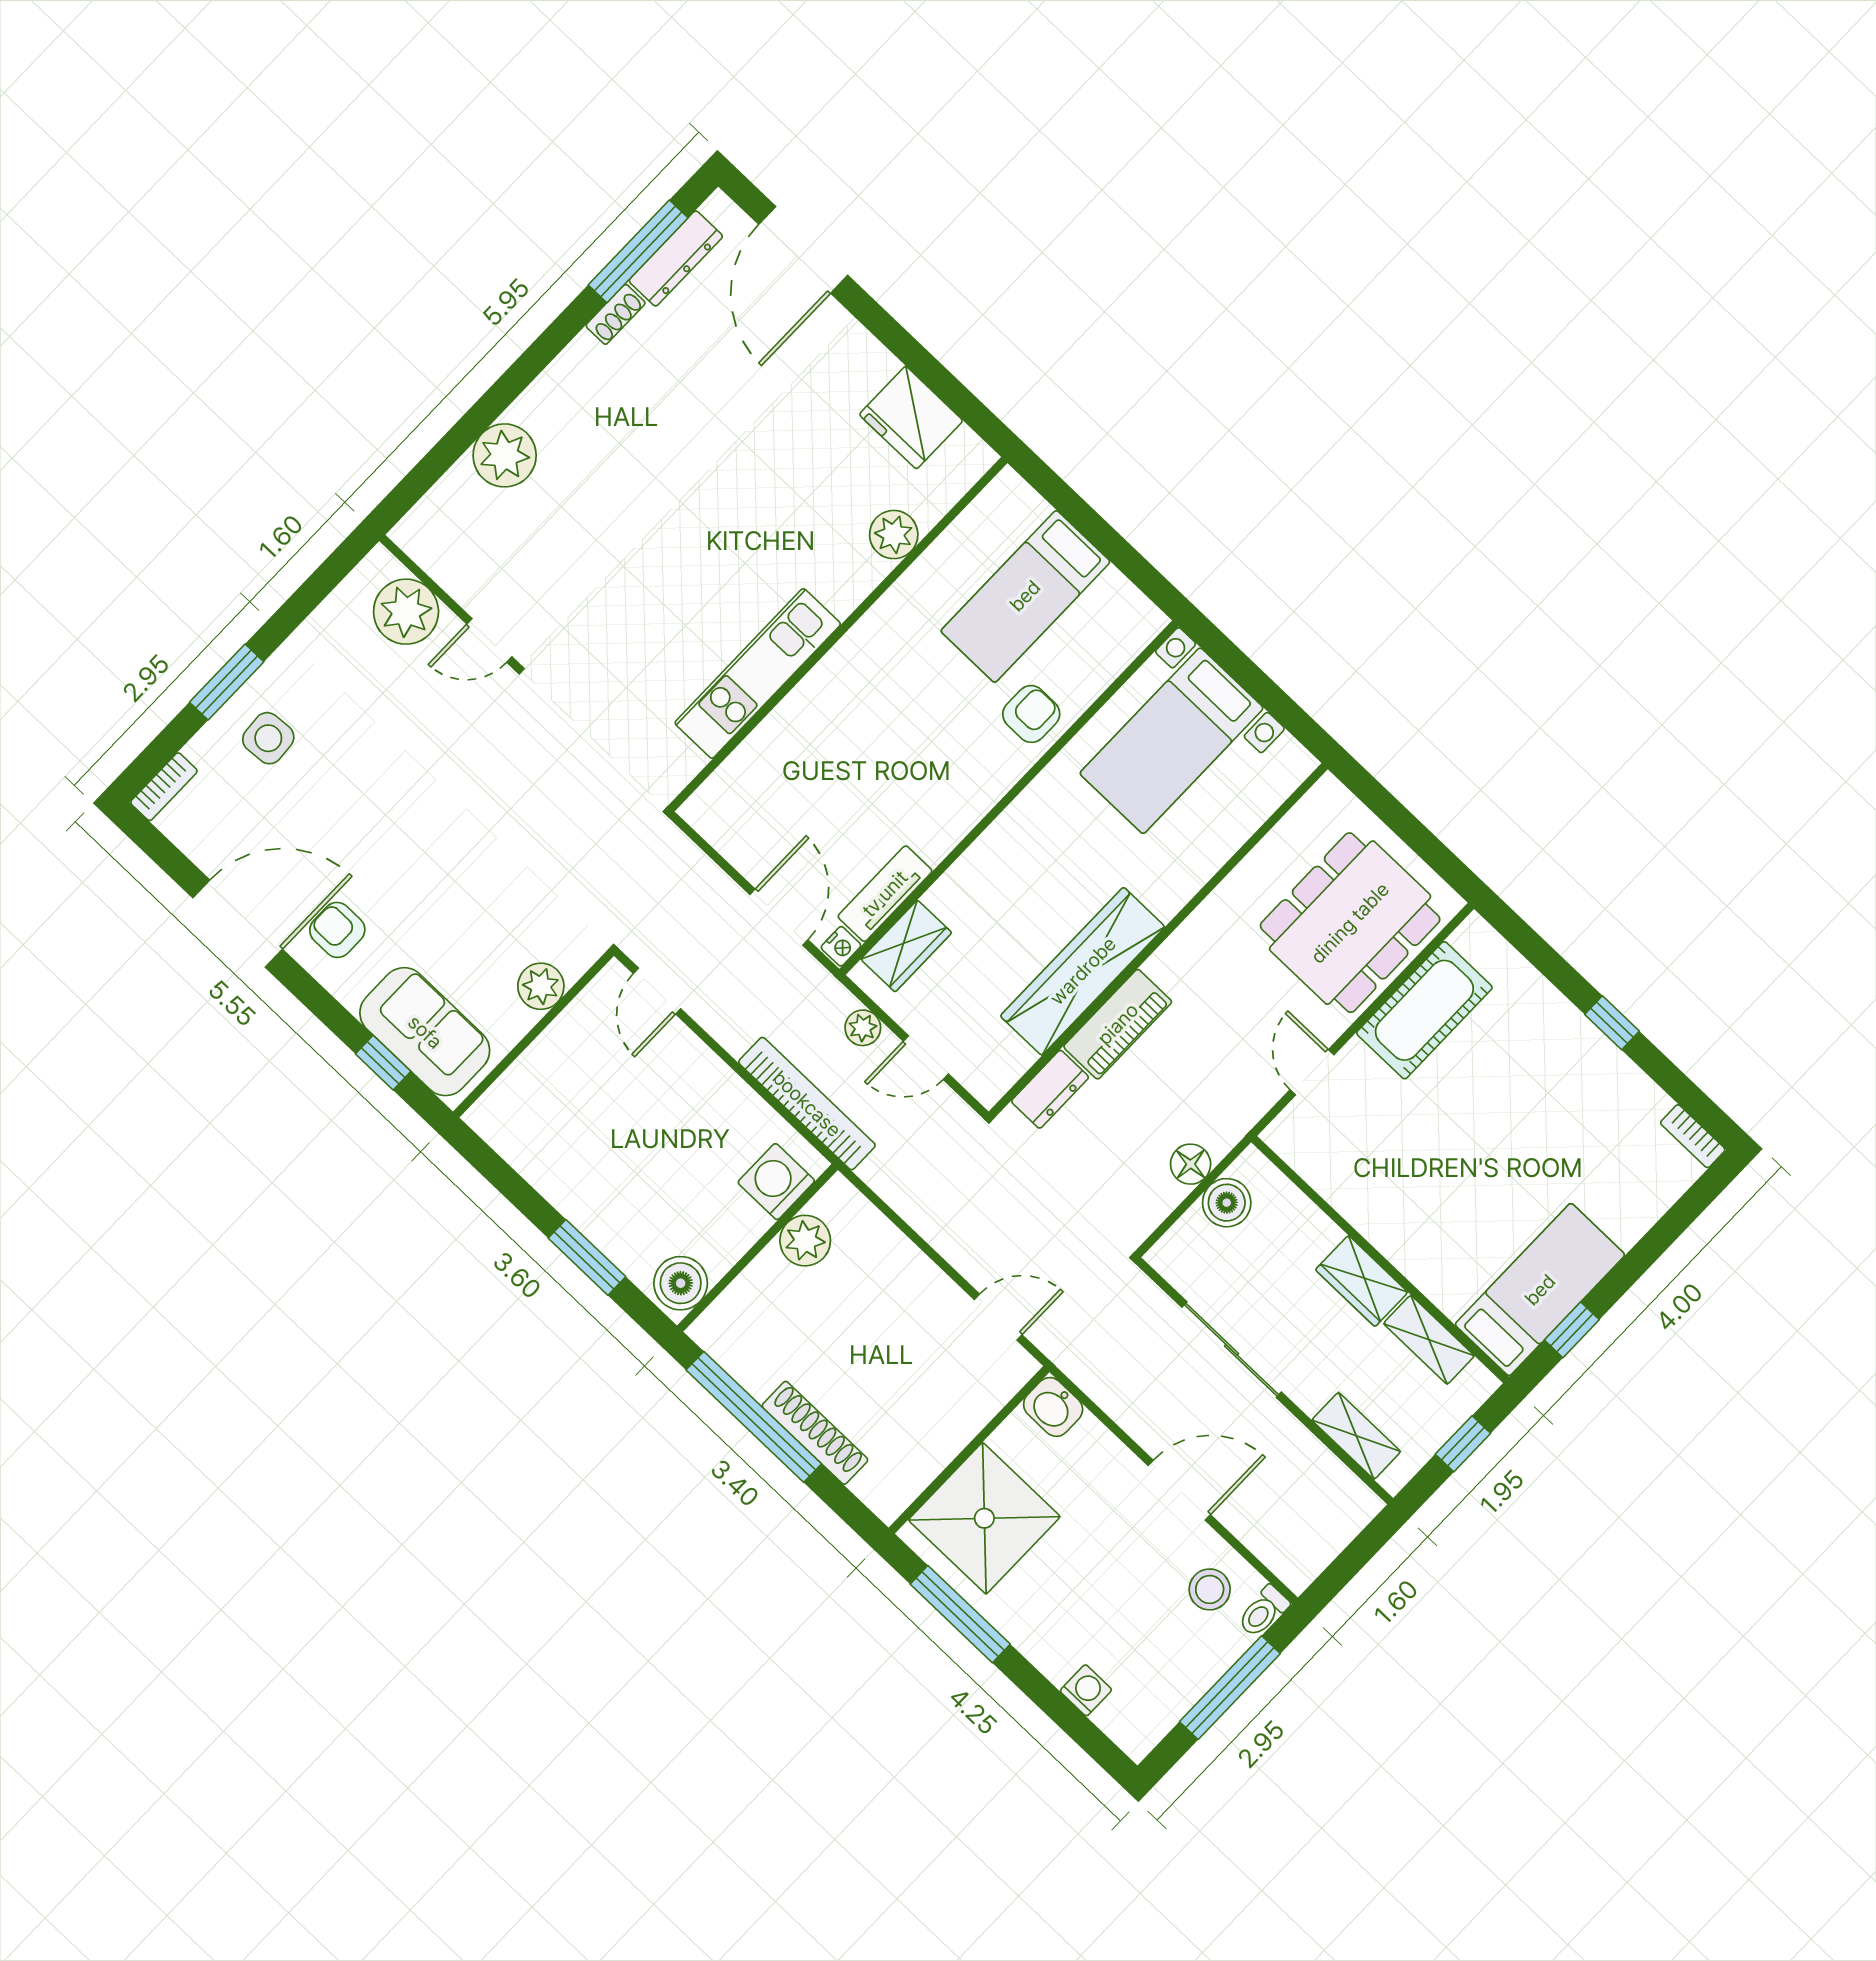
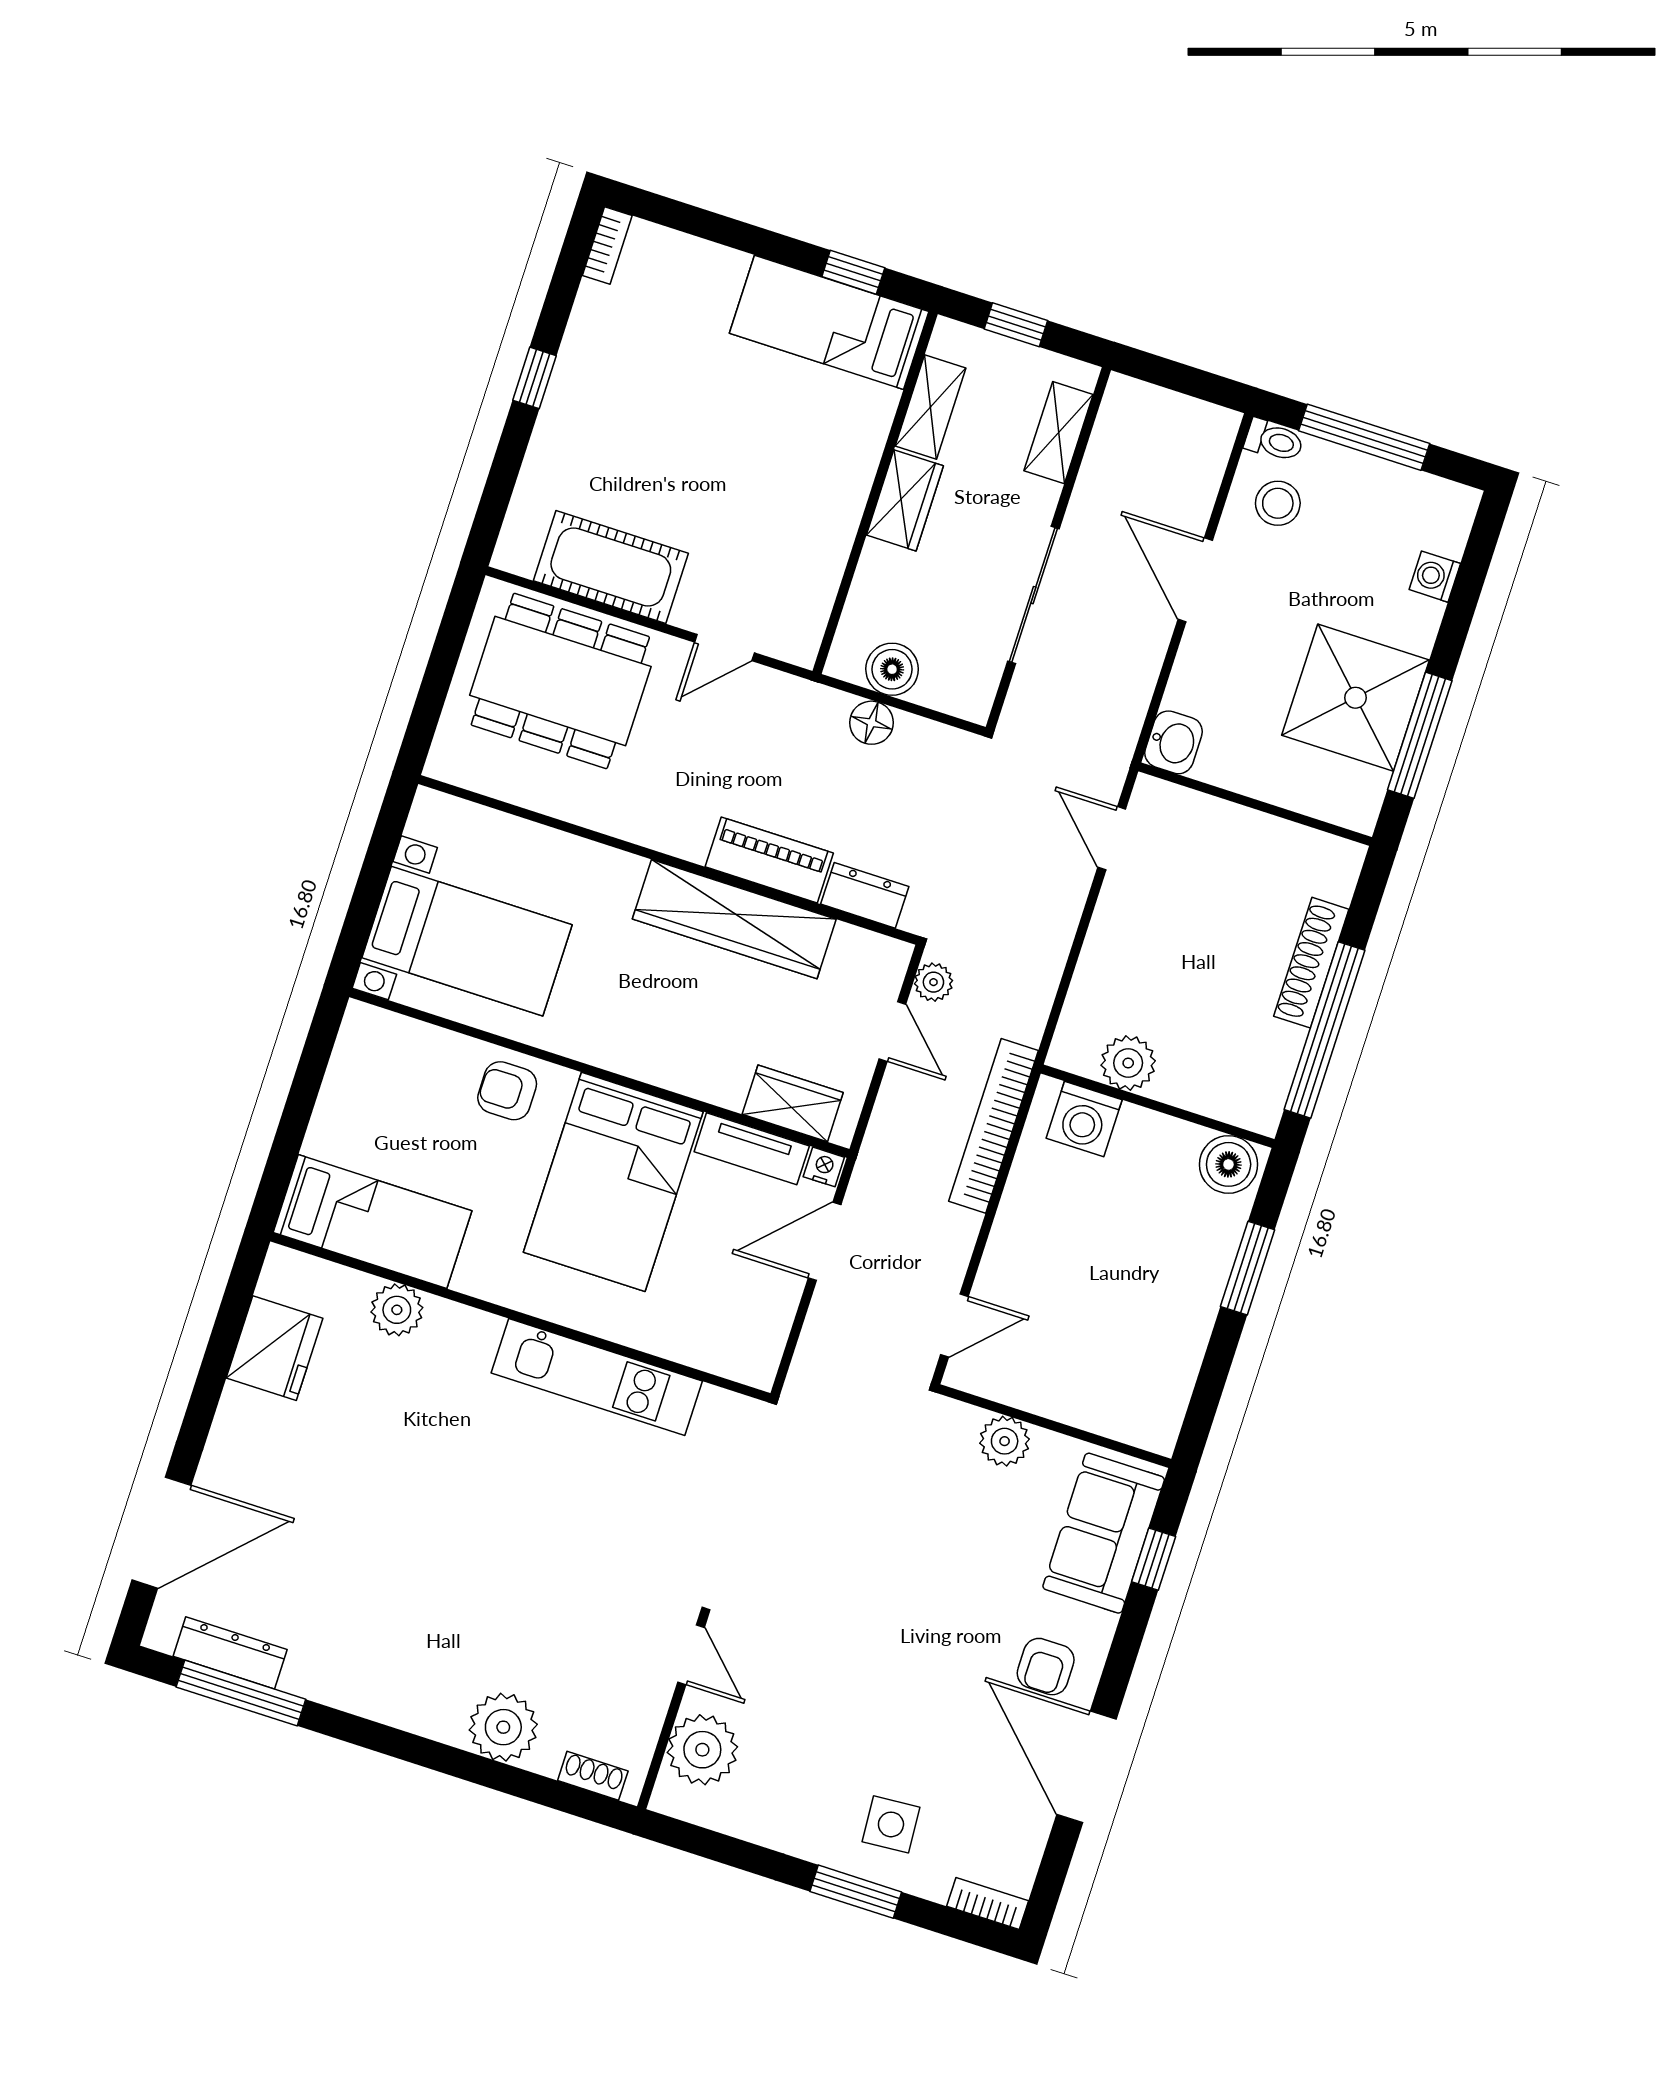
shoe rack: (616, 314) -> (593, 1776), moved
bed: (1025, 596) -> (373, 1222), moved
bed: (913, 765) -> (613, 1182), added
plant: (863, 1028) -> (933, 982), moved
shower: (984, 1518) -> (1356, 698), moved

